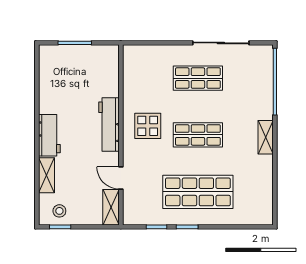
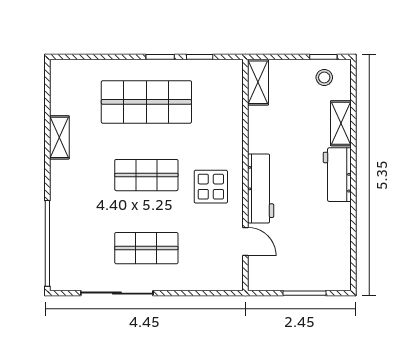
shelving: (266, 137) -> (59, 137), moved
door: (121, 178) -> (245, 242), moved

